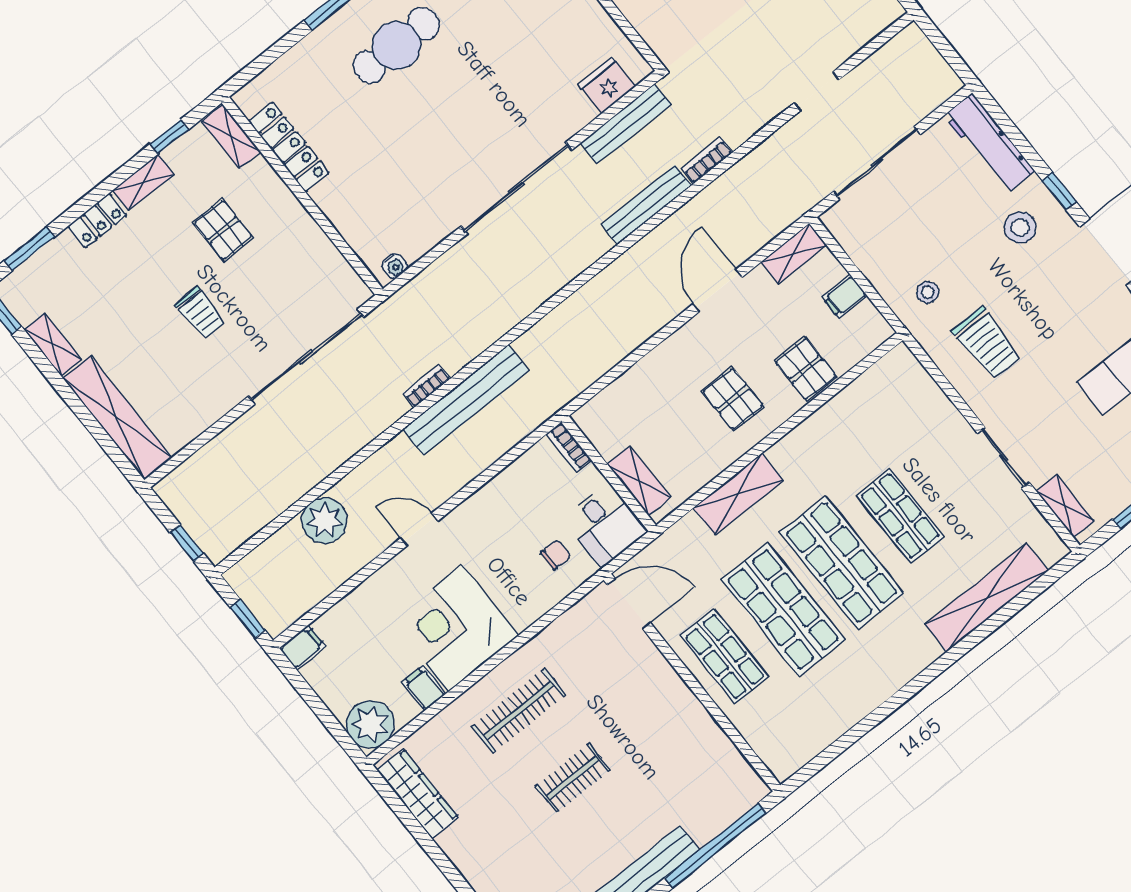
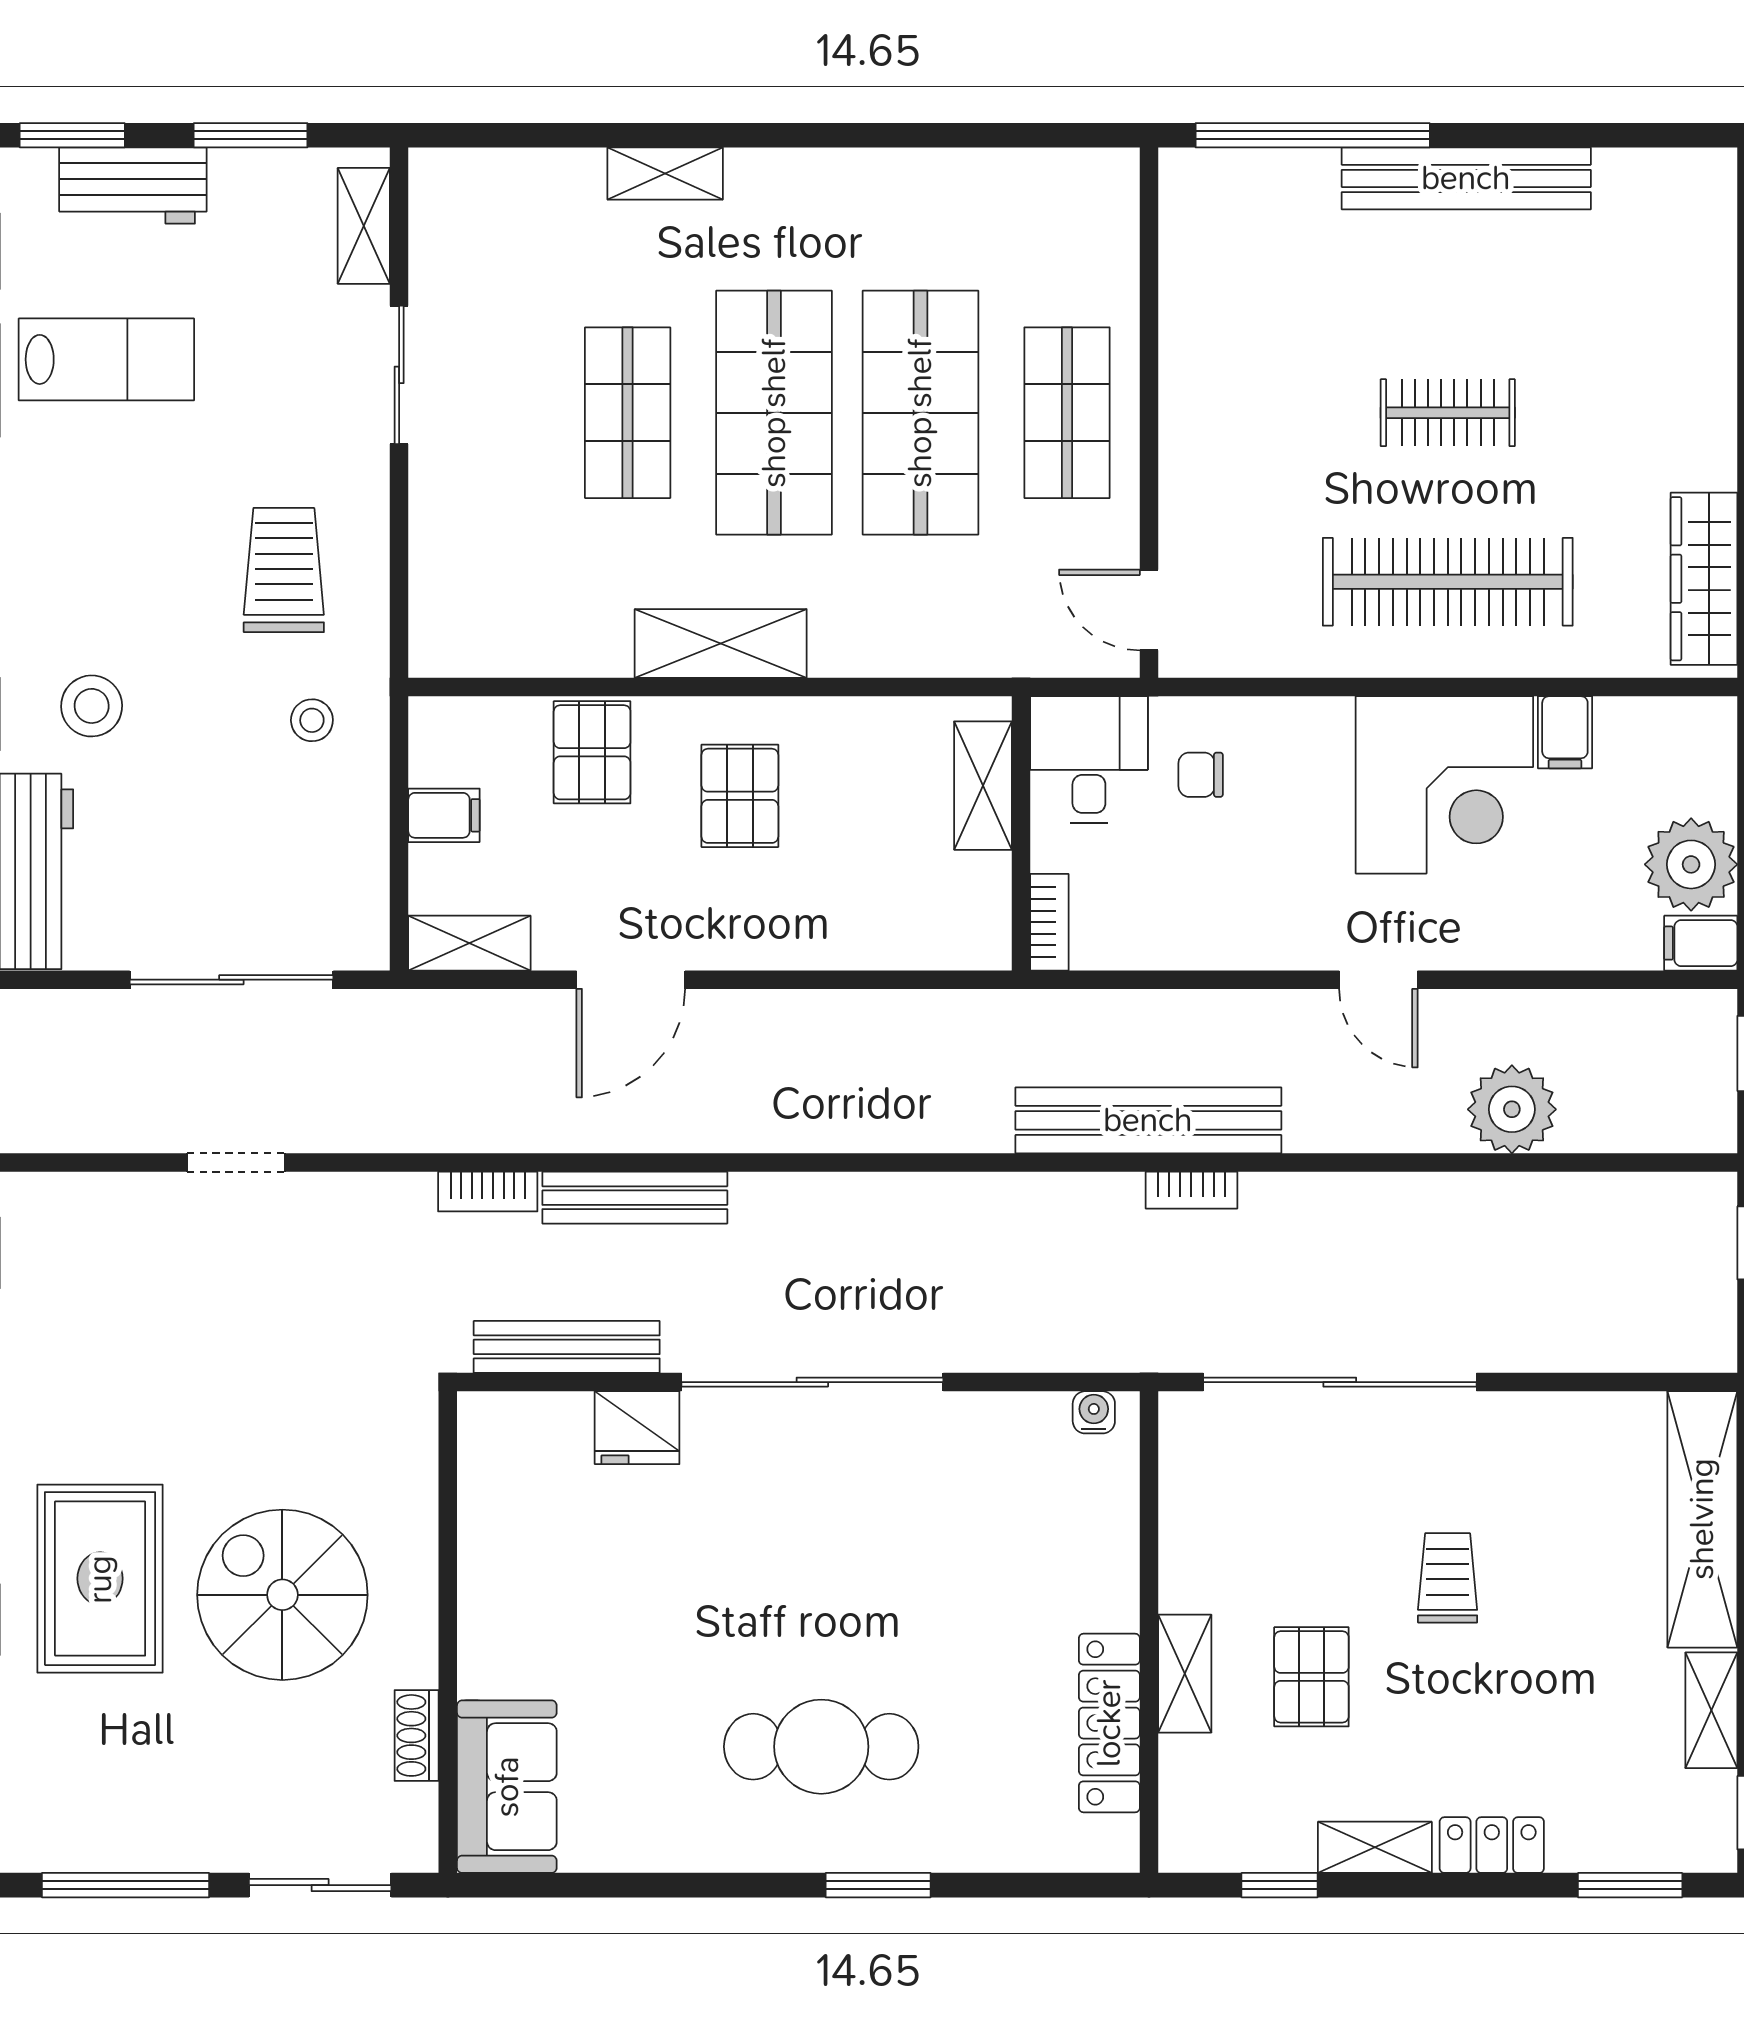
fridge: (607, 86) -> (637, 1428), moved
shelving: (231, 136) -> (1185, 1674), moved
shelving: (738, 494) -> (721, 643), moved
shelving: (986, 598) -> (665, 173), width x0.45, depth x0.75
door: (629, 604) -> (1149, 610), width x0.73
clothes rail: (519, 711) -> (1448, 582), width x1.37, depth x1.31
plant: (370, 724) -> (1691, 864), moved

